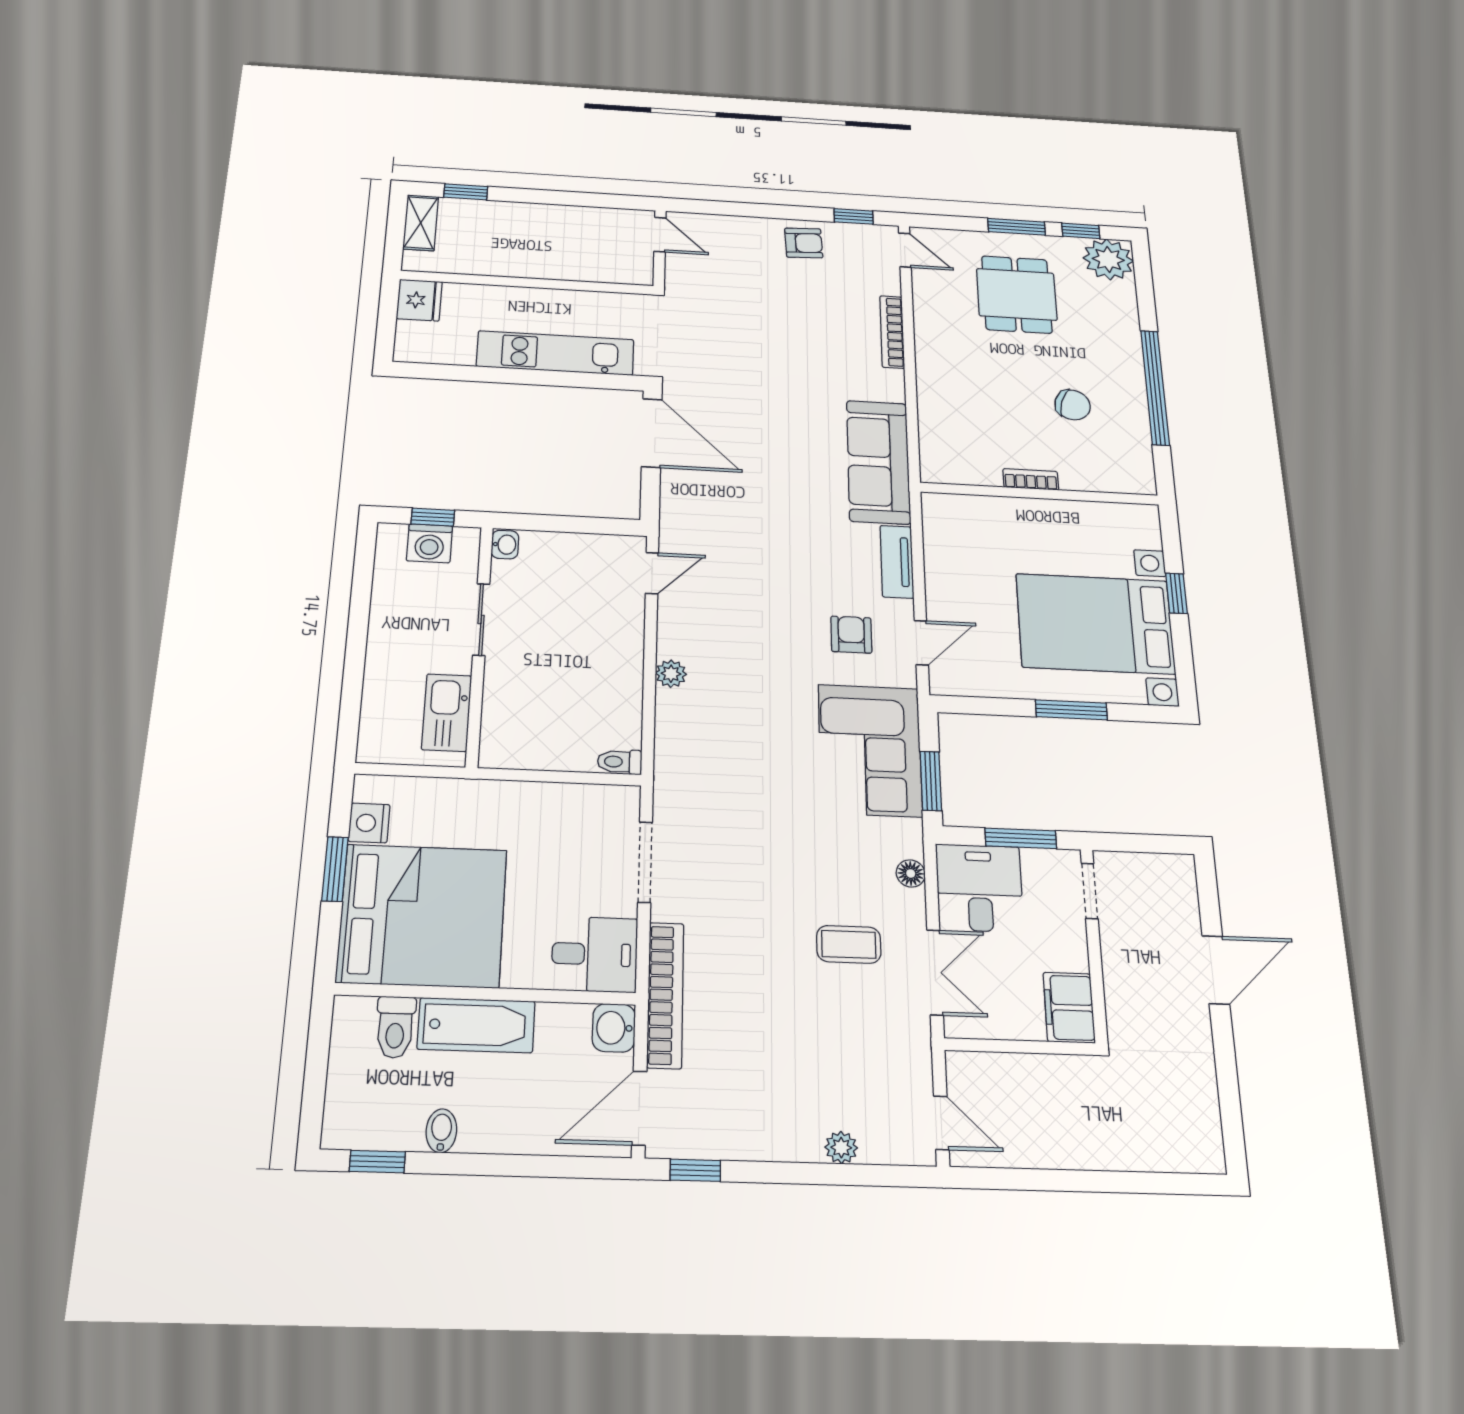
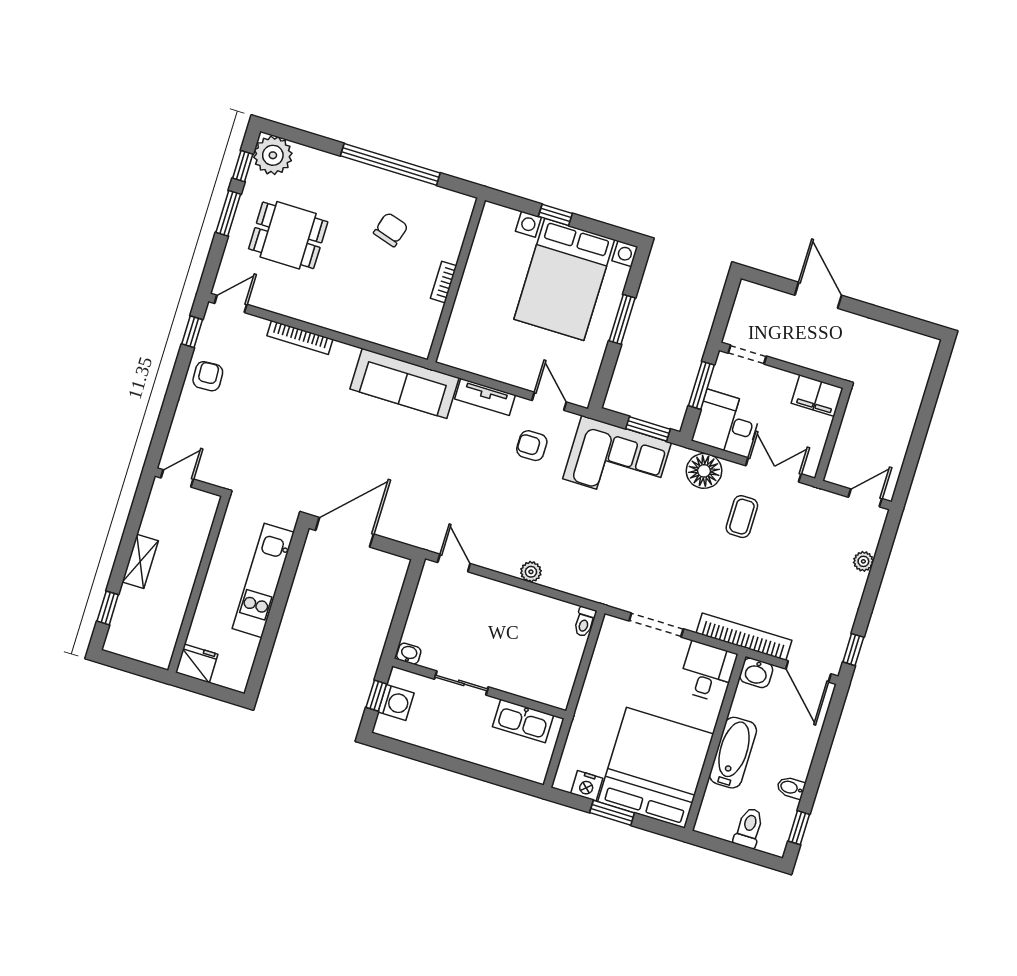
shelving: (421, 223) -> (140, 561), moved, turned 90
floor lamp: (911, 873) -> (704, 471), width x1.89, depth x1.89
toilet: (395, 1027) -> (749, 828), moved, turned -90

